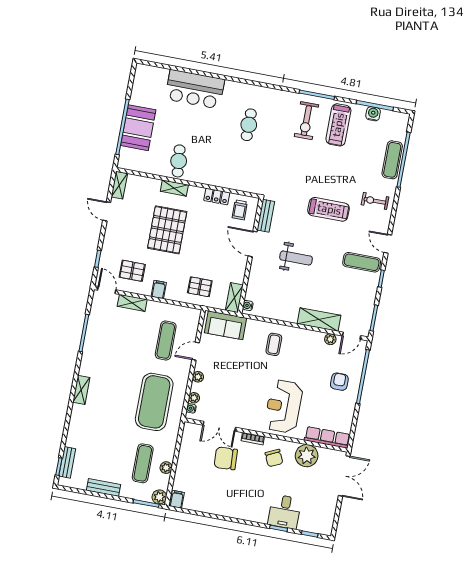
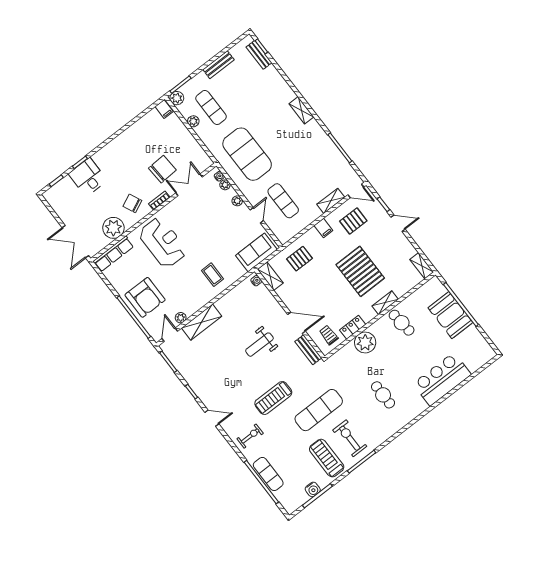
plant: (220, 176) -> (365, 343), added
door: (107, 211) -> (398, 223), moved
exercise mat: (362, 262) -> (319, 410), moved, width x1.36, depth x1.45
armchair: (339, 382) -> (145, 297), width x1.88, depth x1.88

